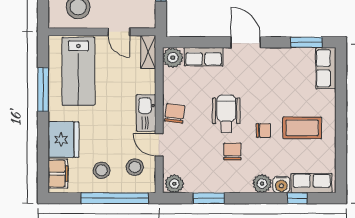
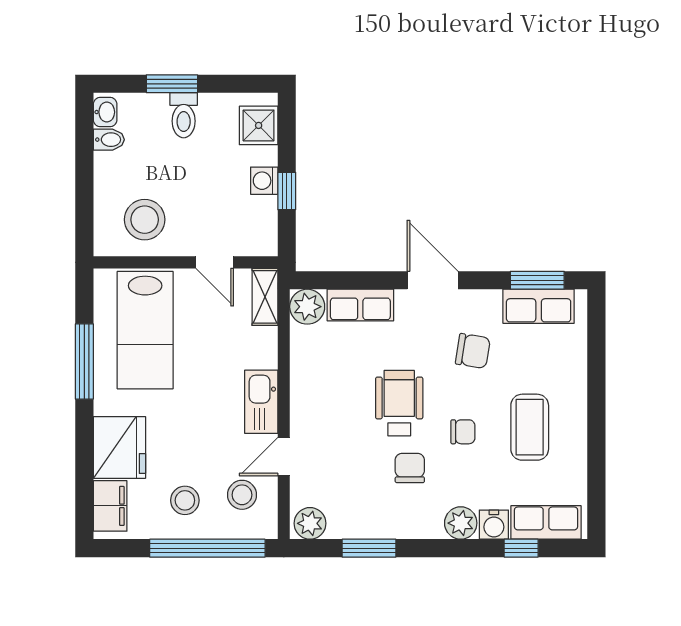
row of seats: (326, 68) -> (539, 306), moved, turned -90
chair: (175, 113) -> (473, 351), moved, turned 92
coffee table: (302, 128) -> (530, 427), turned 90
door: (159, 145) -> (284, 457), hinge flipped

